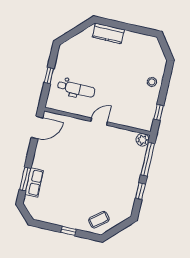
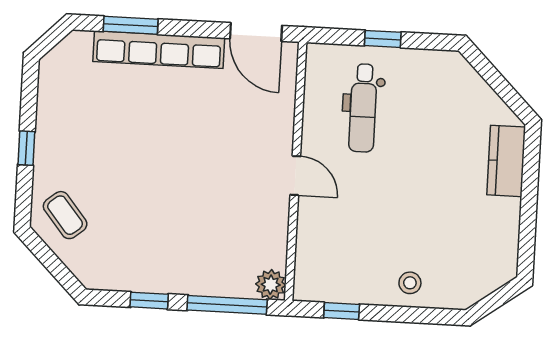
row of seats: (34, 182) -> (159, 50), width x2.02

